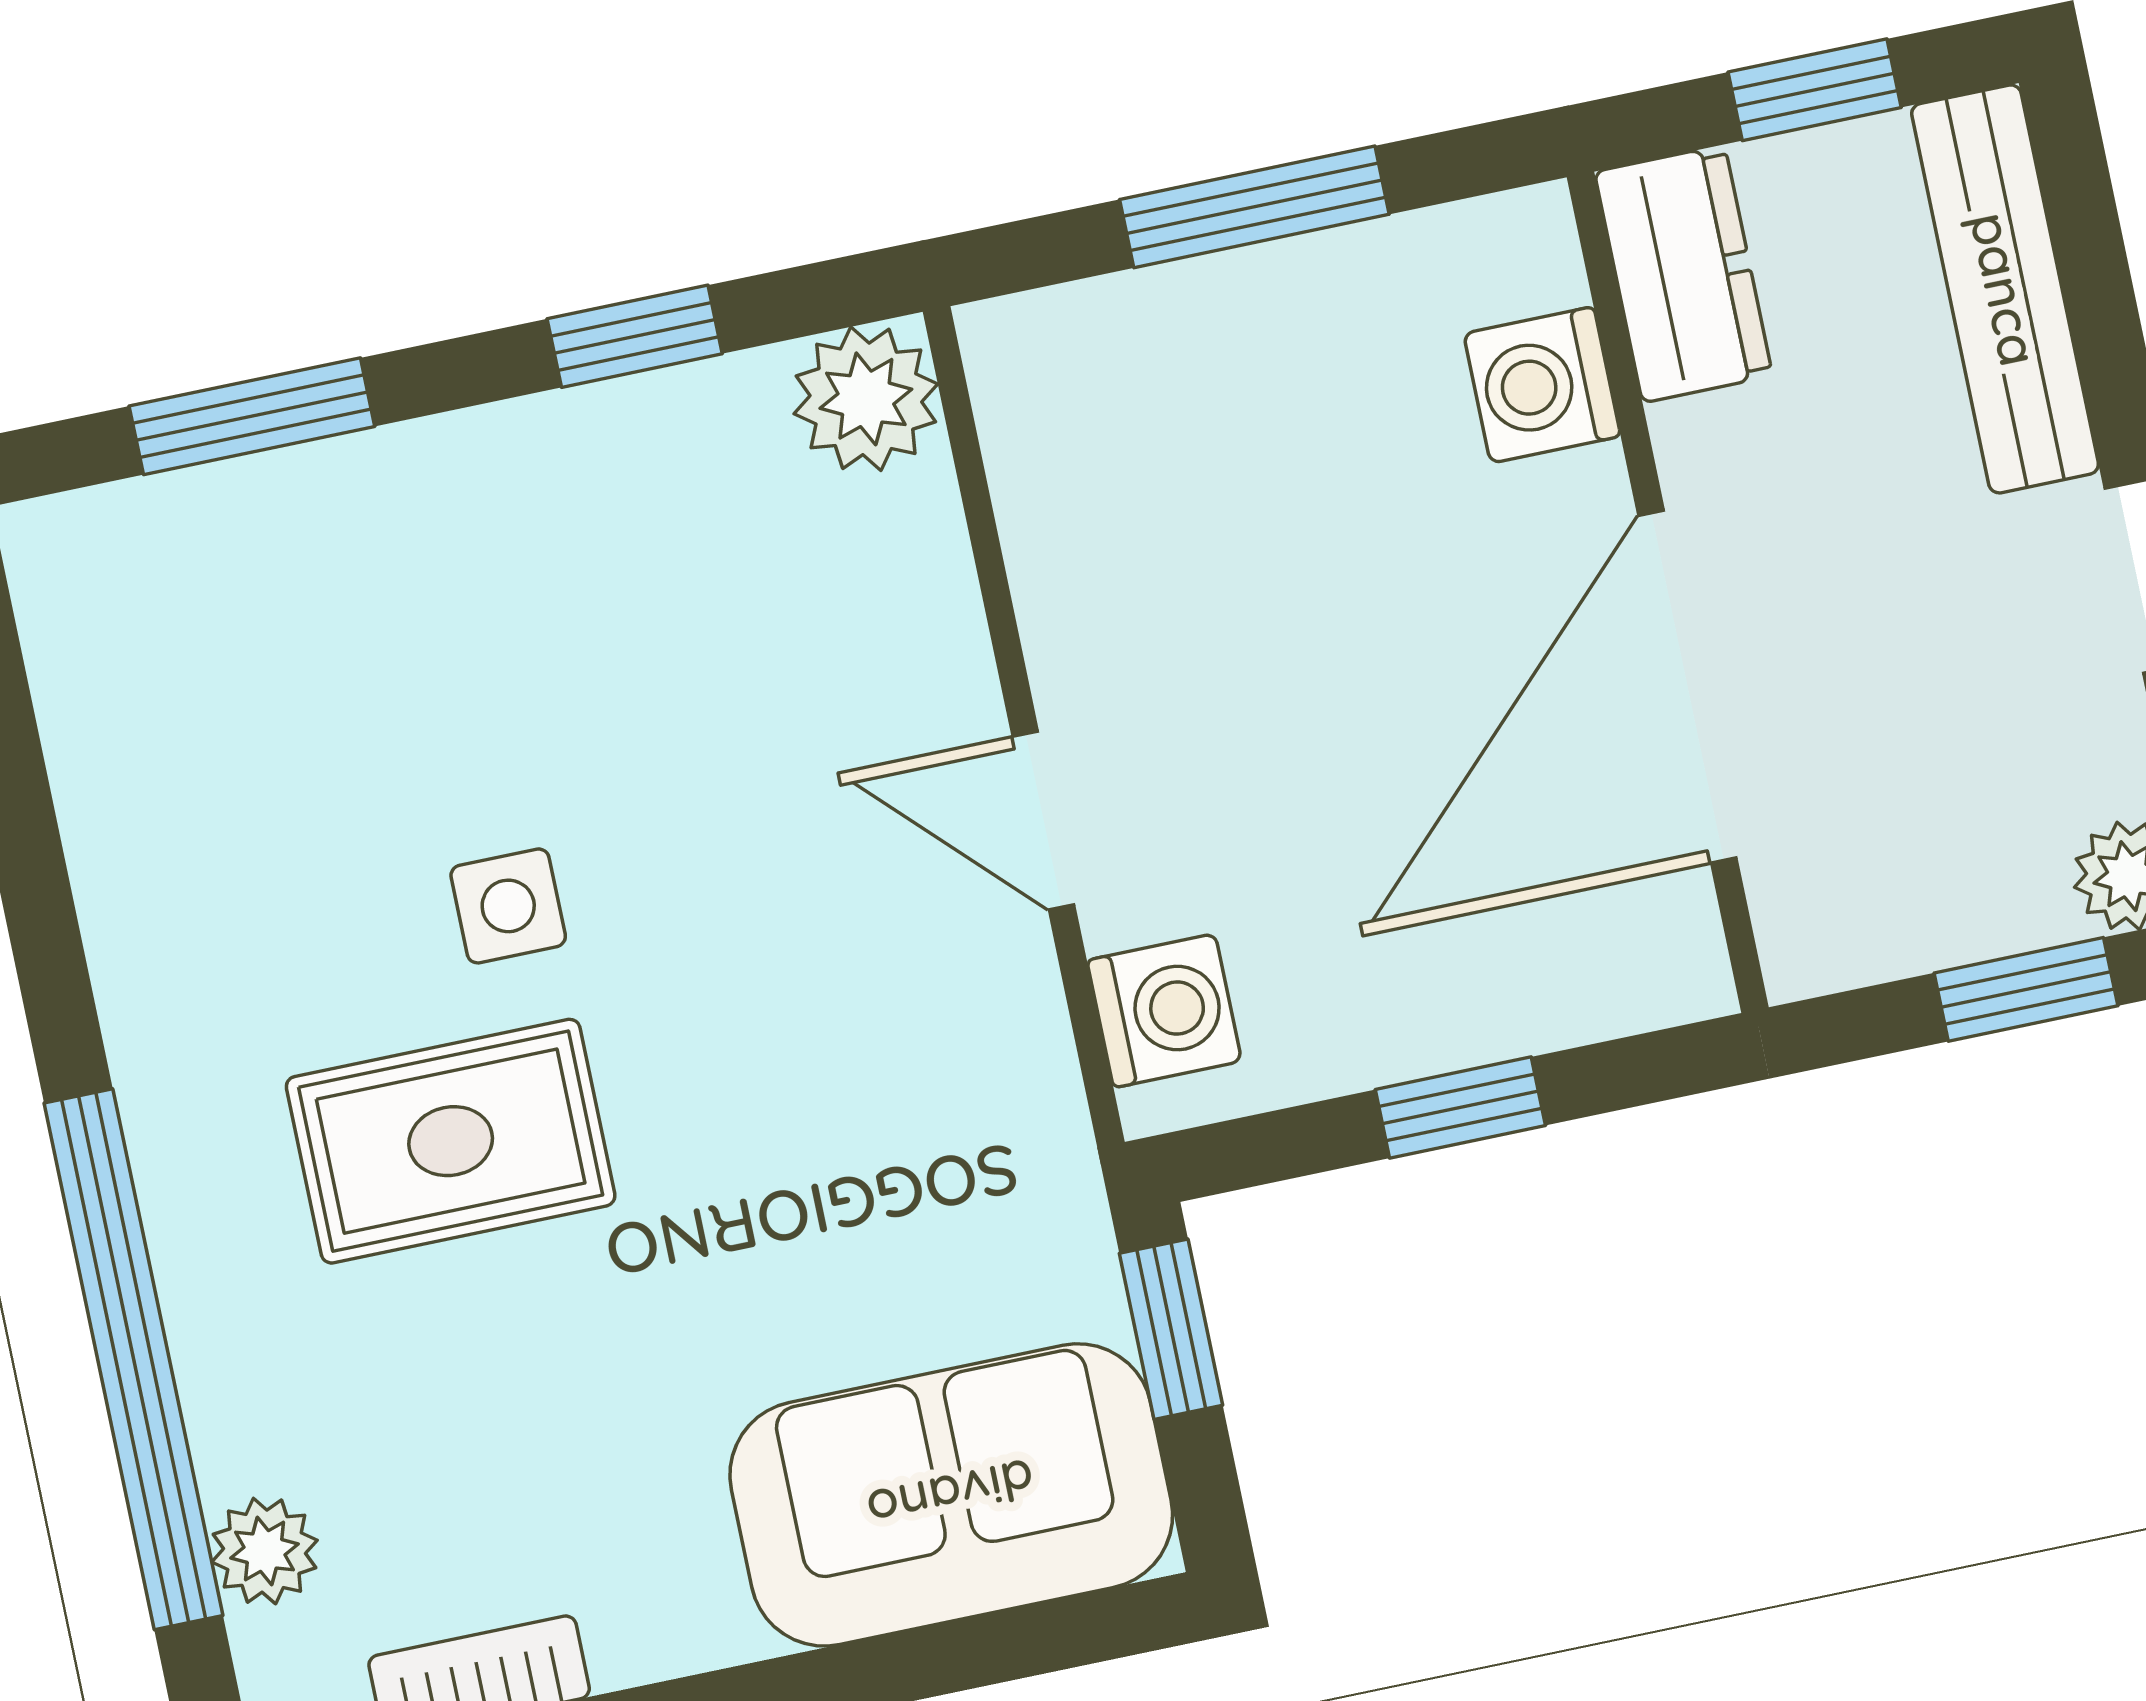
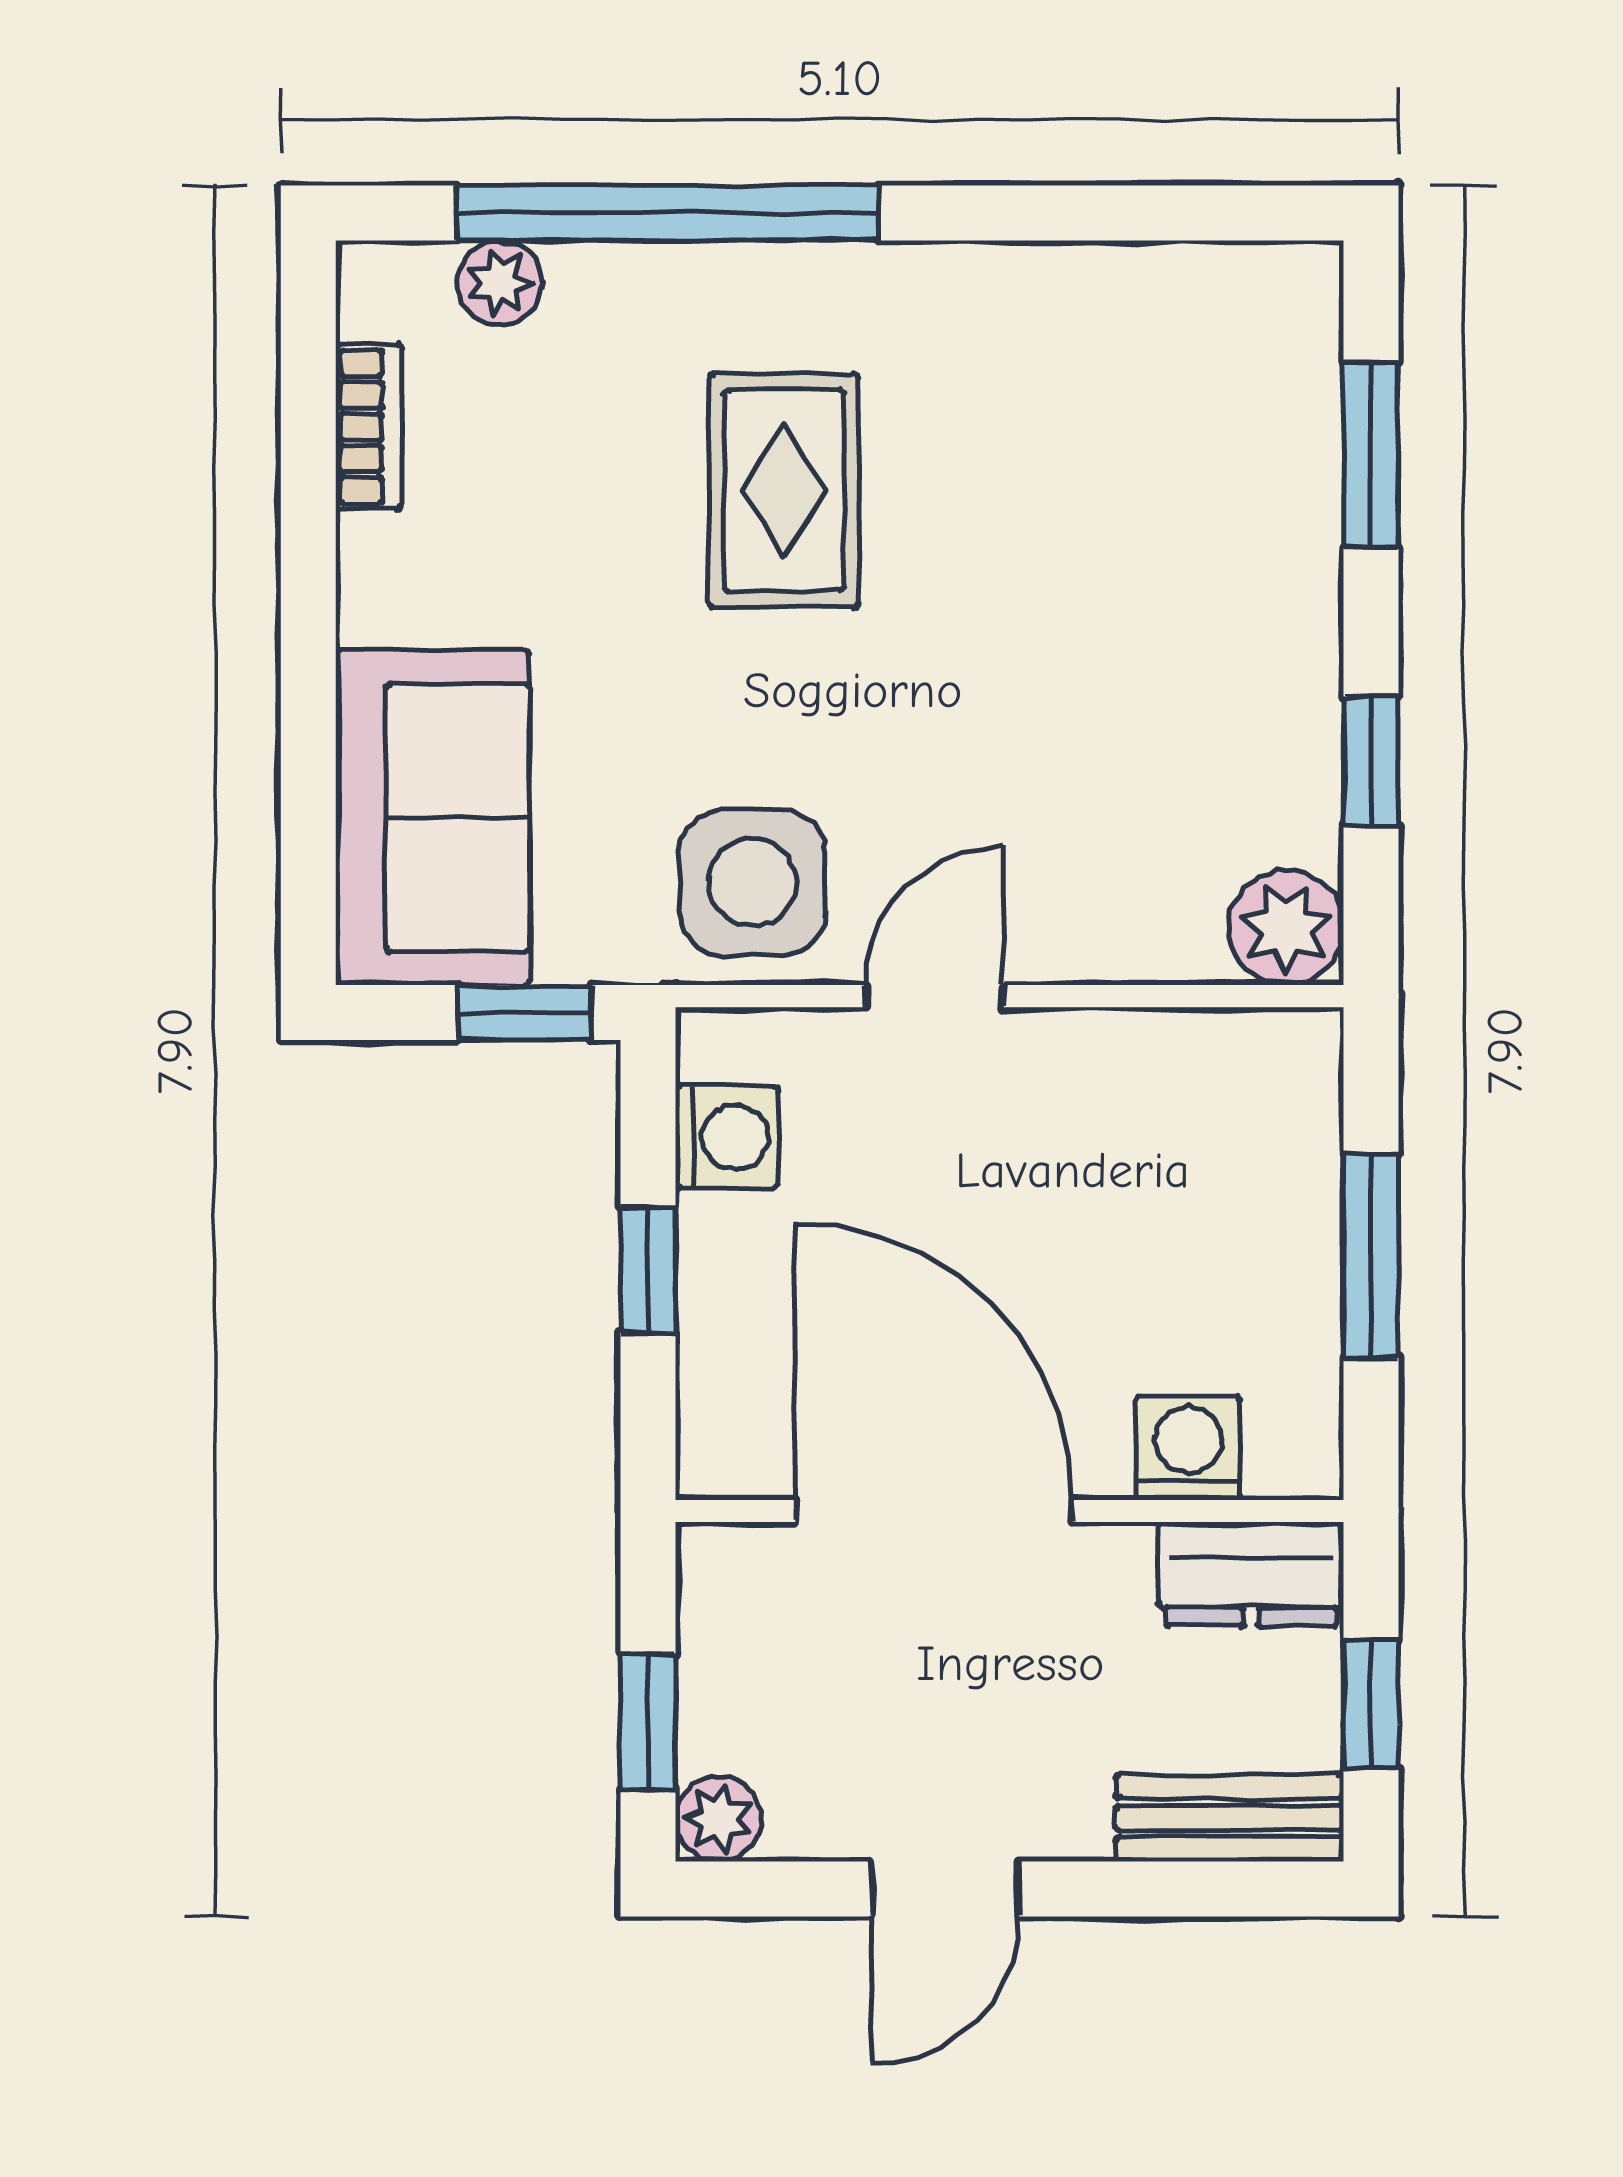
bench: (2005, 289) -> (1229, 1818), width x0.73
side table: (508, 906) -> (752, 882), moved, width x1.87, depth x1.87
washing machine: (1164, 1011) -> (727, 1137), moved, turned -90

